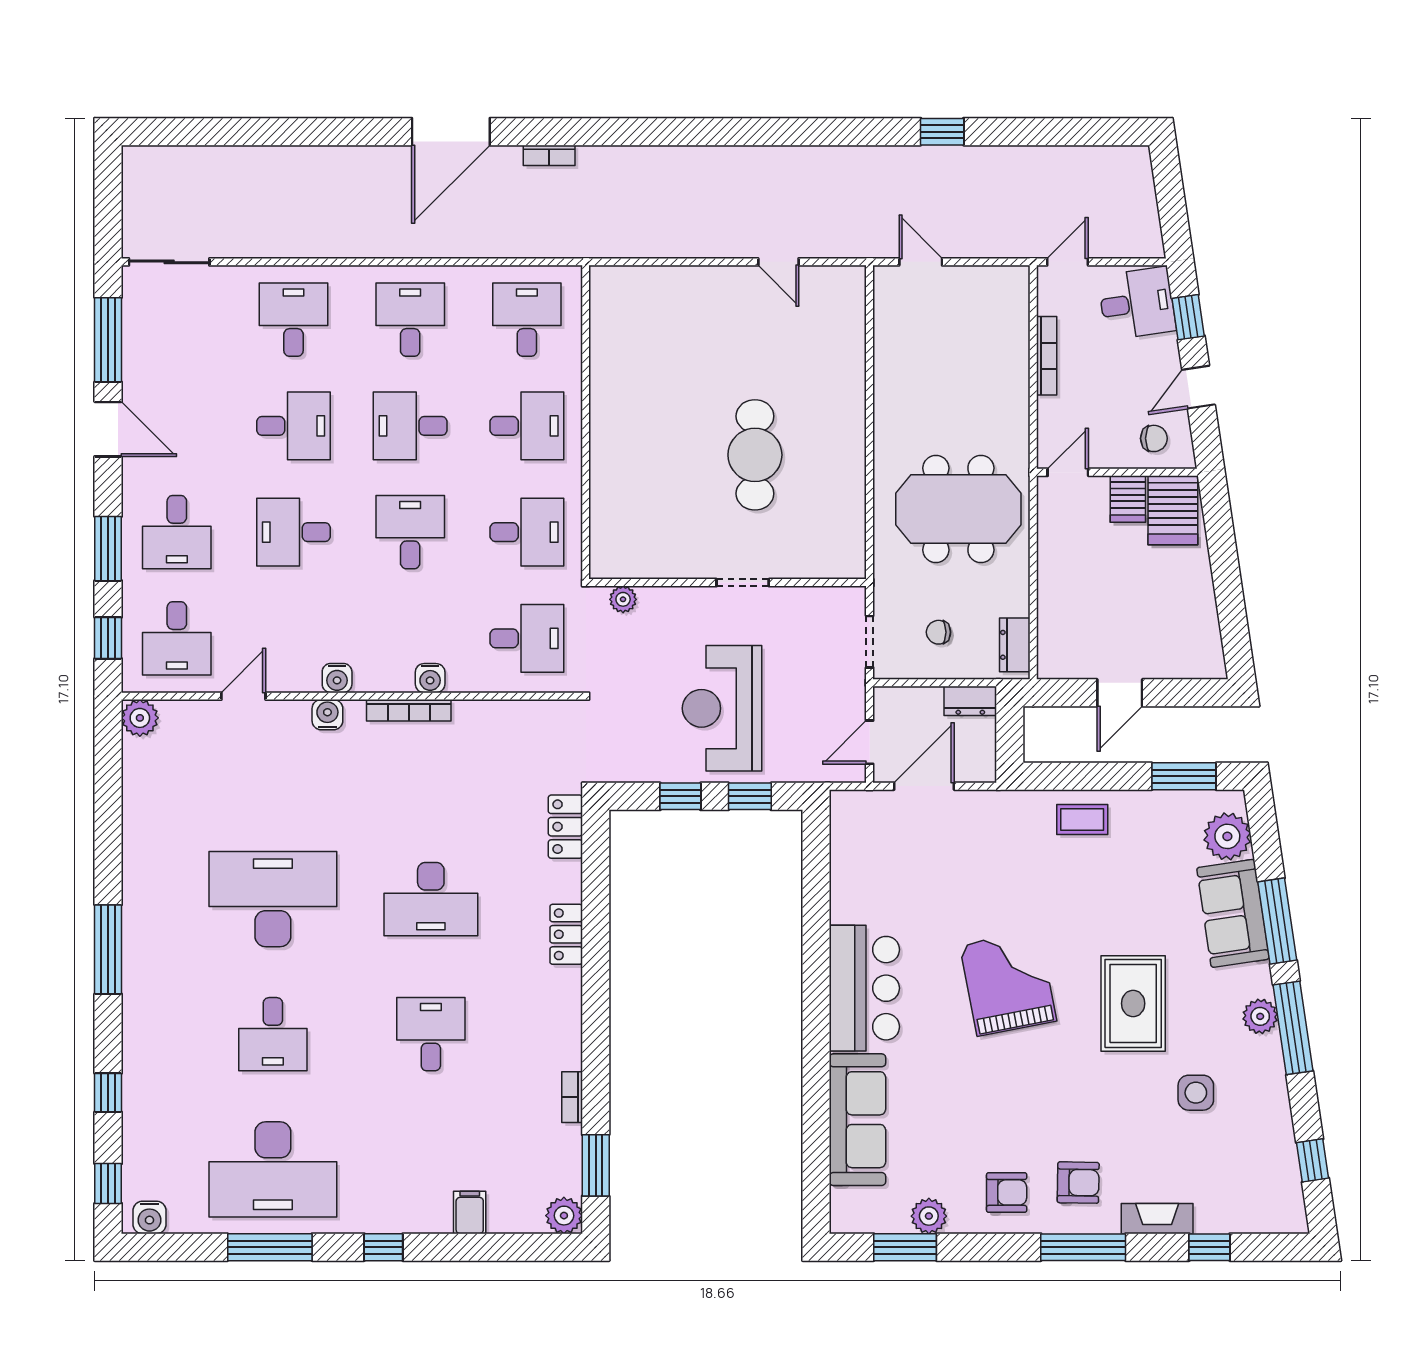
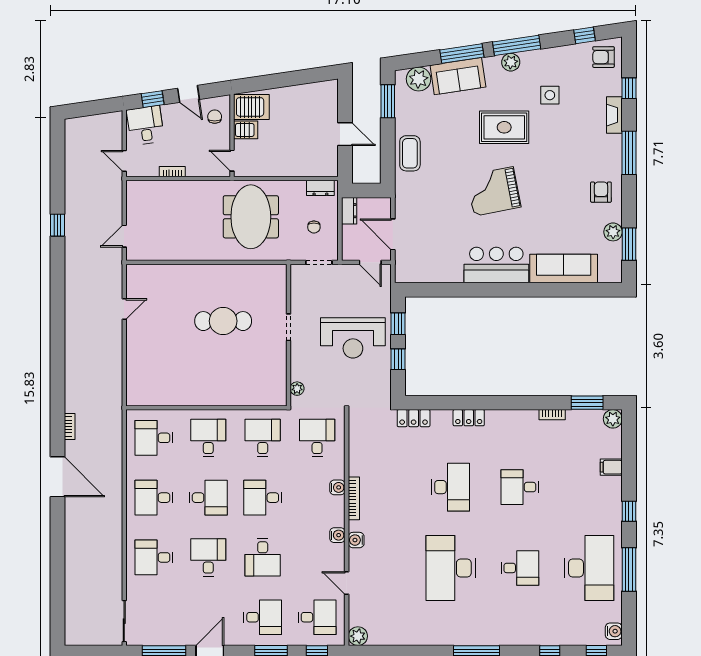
bookcase: (1047, 356) -> (172, 172), width x0.64
desk: (410, 426) -> (208, 498), turned -90
coffee table: (1082, 820) -> (410, 153), width x1.36, depth x1.30
armchair: (1078, 1183) -> (603, 57), moved, turned -91

